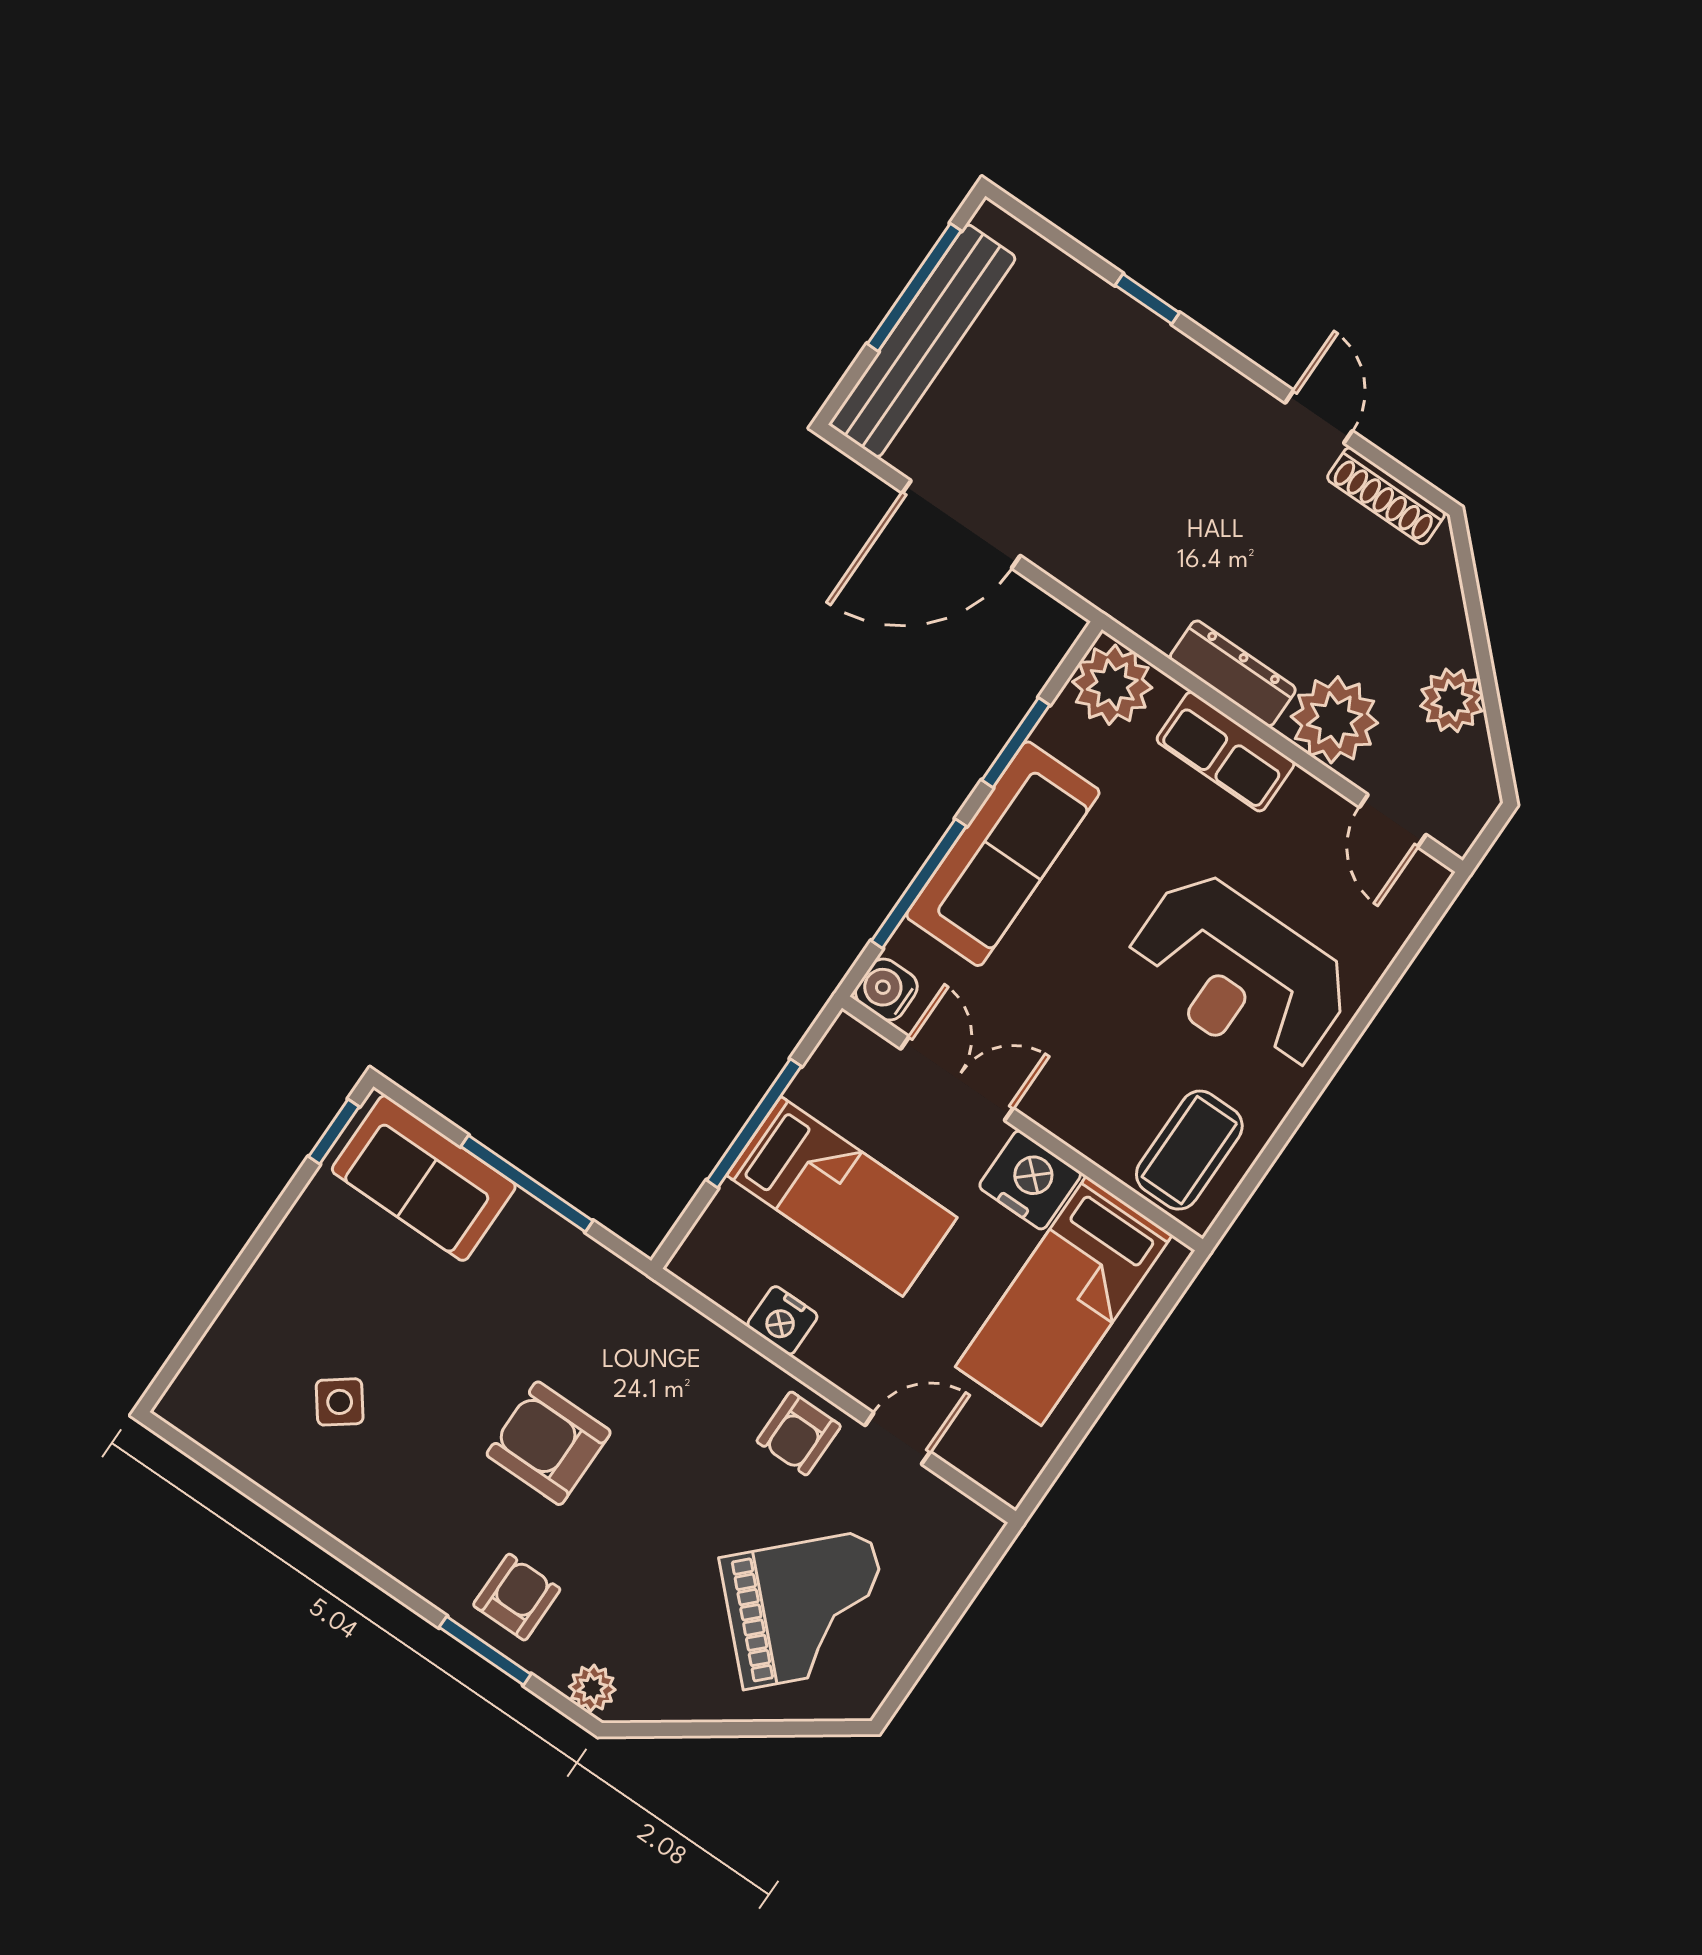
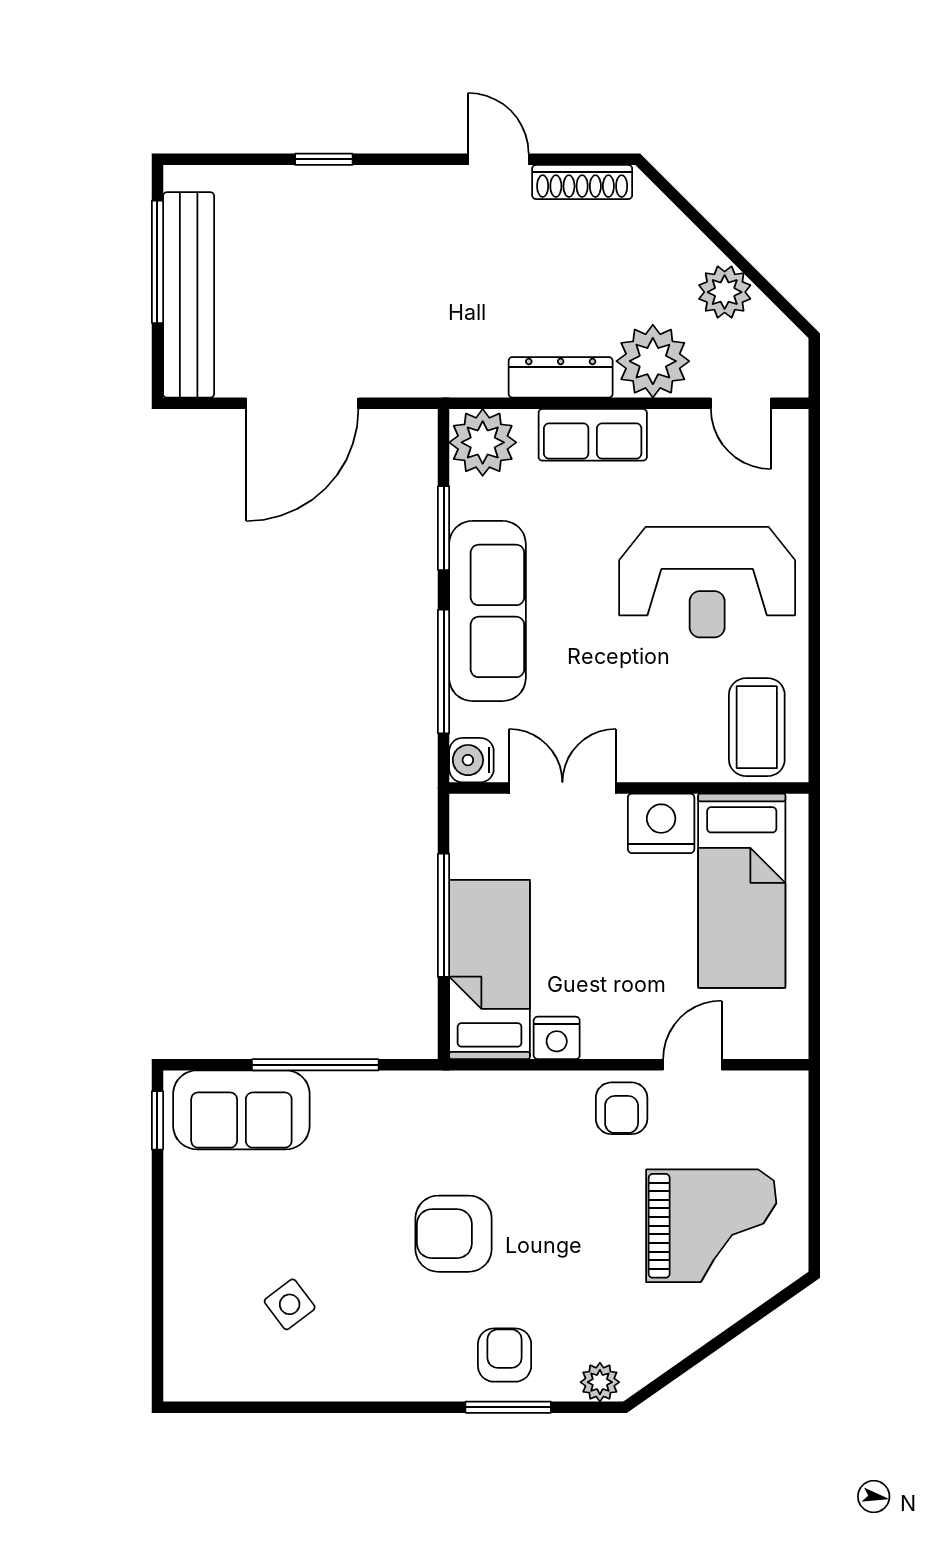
bed: (842, 1196) -> (490, 969), moved, turned -90
grand piano: (807, 1610) -> (711, 1226), turned 45

